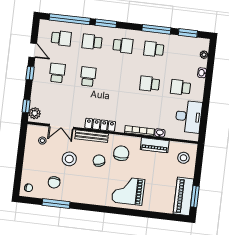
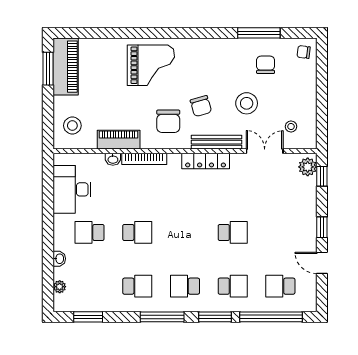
window: (156, 29) -> (162, 317), moved
school desk: (57, 73) -> (280, 232), removed
school desk: (88, 77) -> (233, 232), turned -90
school desk: (181, 87) -> (90, 232), turned 180

